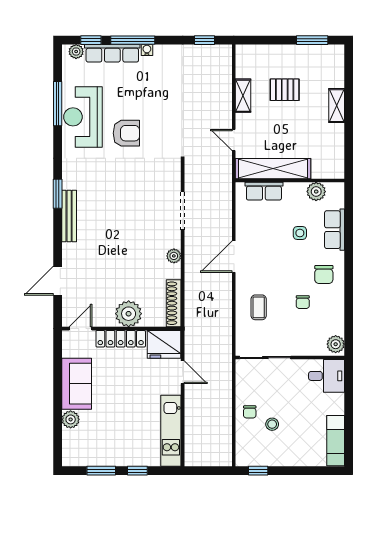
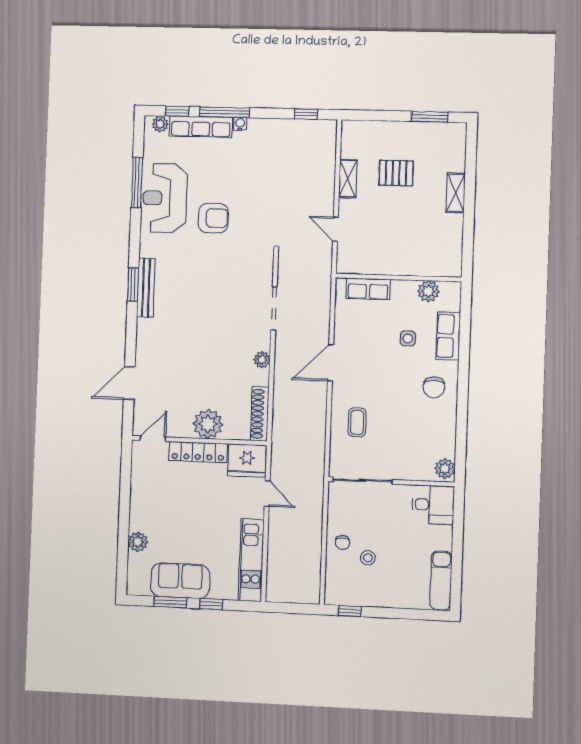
shelving: (273, 169) -> (379, 263), removed
bench: (69, 216) -> (146, 288), moved
chair: (303, 302) -> (408, 418), removed
sofa: (77, 384) -> (180, 581), moved, turned -90

